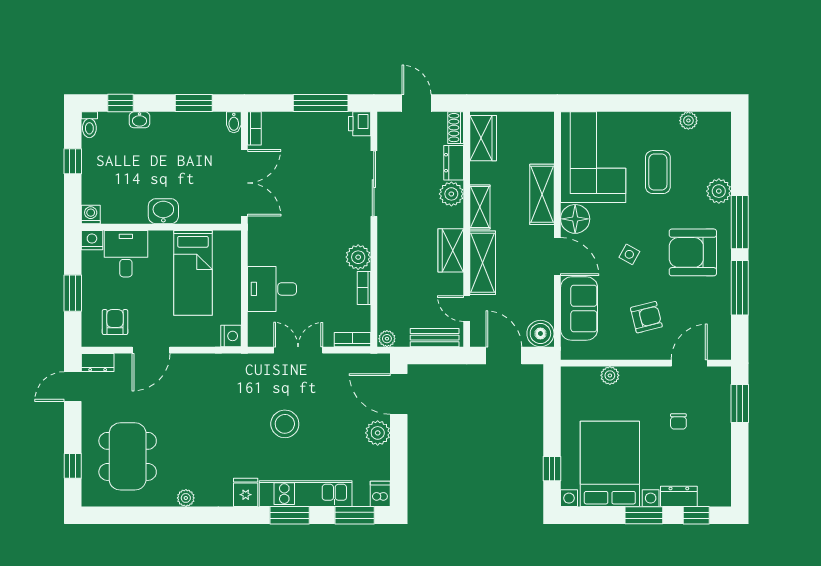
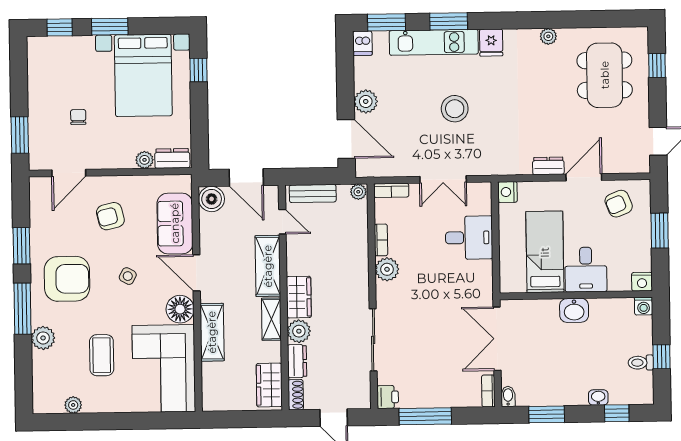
toilet: (89, 125) -> (641, 363), moved, turned -90
wardrobe: (451, 250) -> (299, 297), moved
desk: (126, 254) -> (586, 270), moved
window: (740, 288) -> (22, 246), width x0.69
armchair: (115, 322) -> (619, 204), turned 68
dresser: (98, 363) -> (548, 166), moved
dresser: (679, 496) -> (172, 158), moved, turned 180

